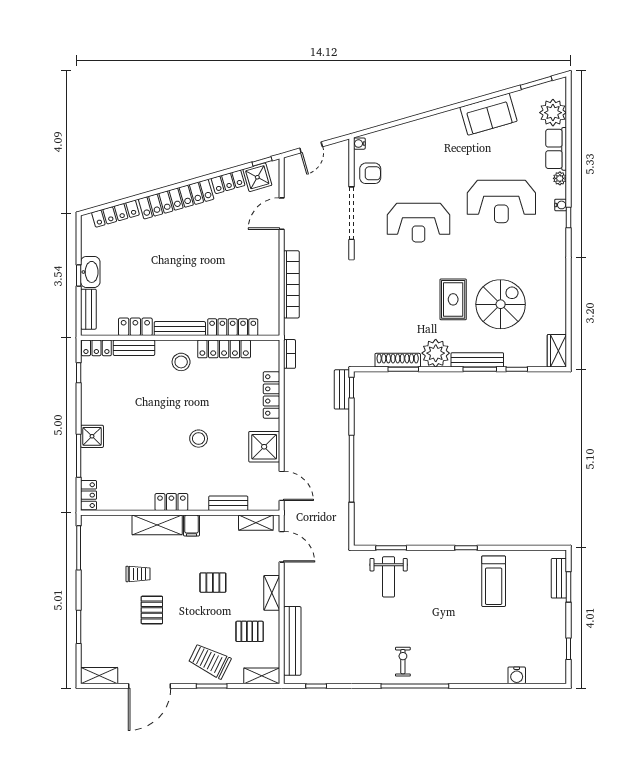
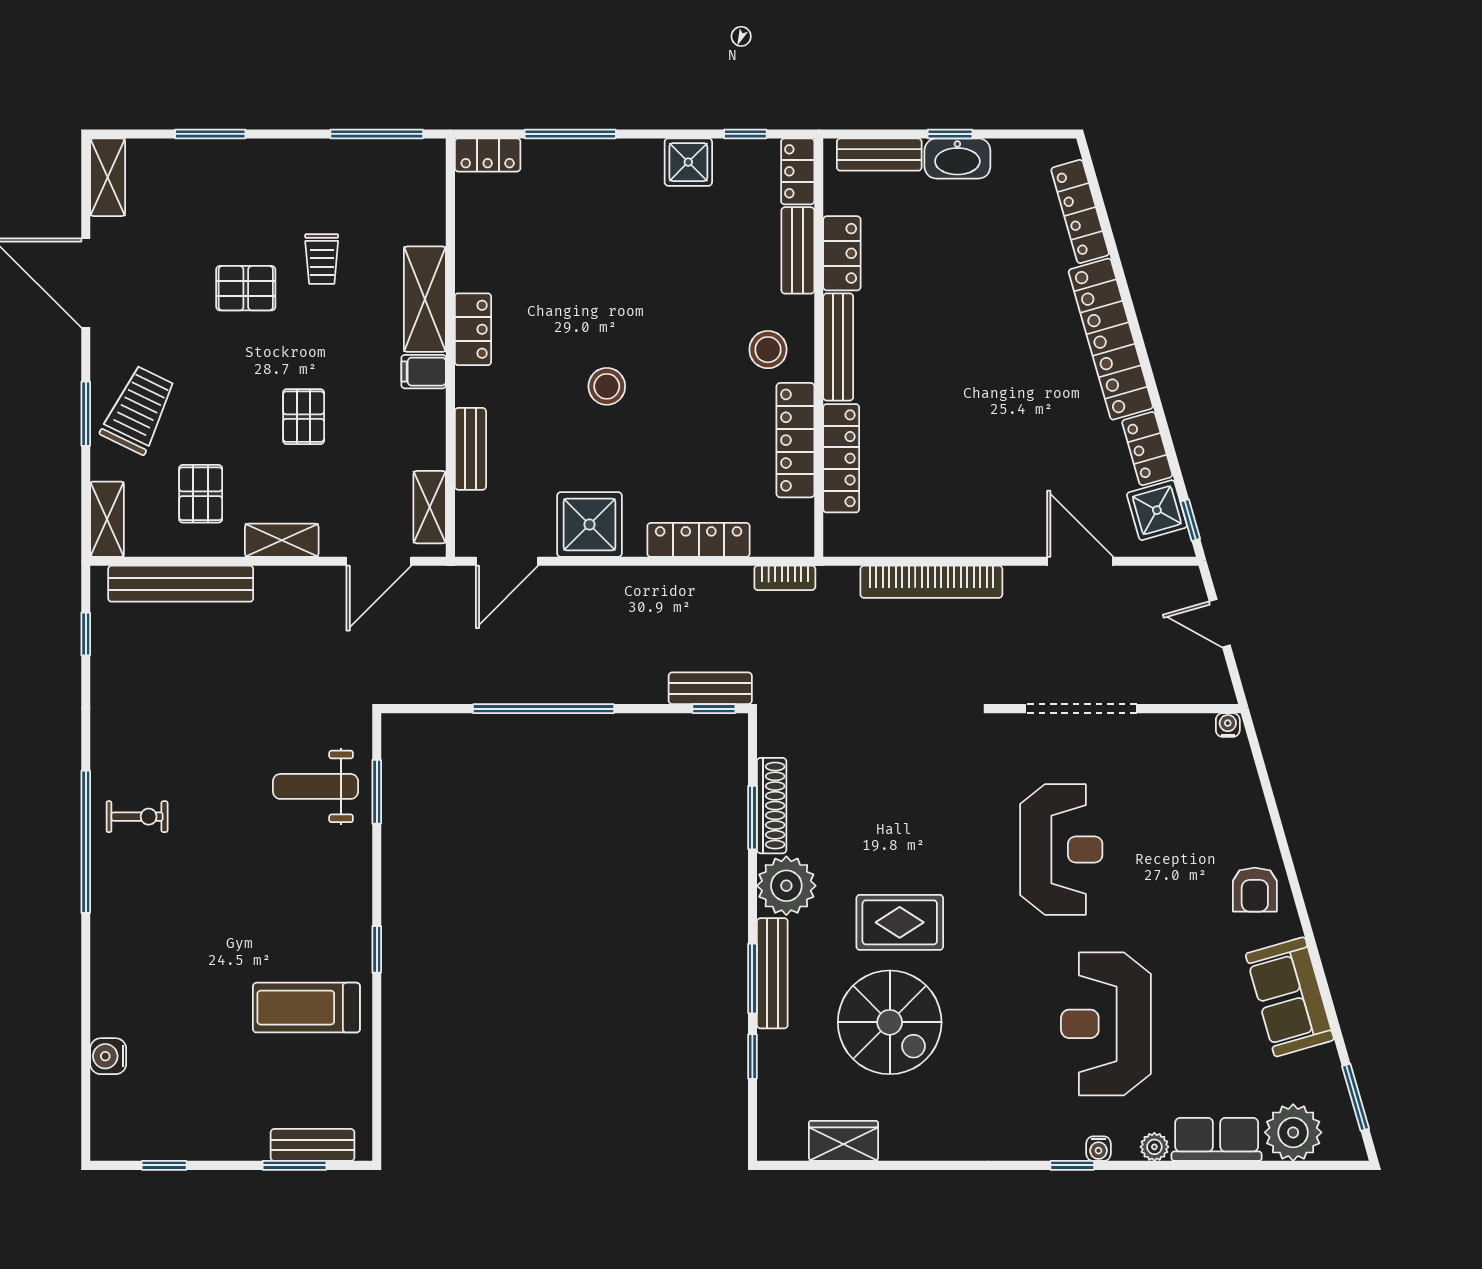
armchair: (370, 173) -> (1255, 890), moved
reception desk: (419, 223) -> (1061, 849), turned 180
wardrobe: (557, 351) -> (843, 1141), moved
shower: (92, 436) -> (688, 162), moved

